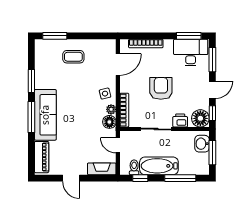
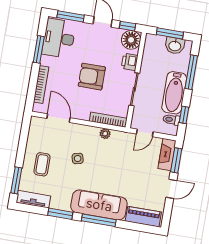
window: (189, 36) -> (39, 49), moved
tv unit: (40, 54) -> (33, 199), added
side table: (105, 94) -> (78, 159), moved
floor lamp: (109, 122) -> (118, 138), removed
washbasin: (202, 144) -> (175, 46), moved
window: (98, 178) -> (176, 160), added

